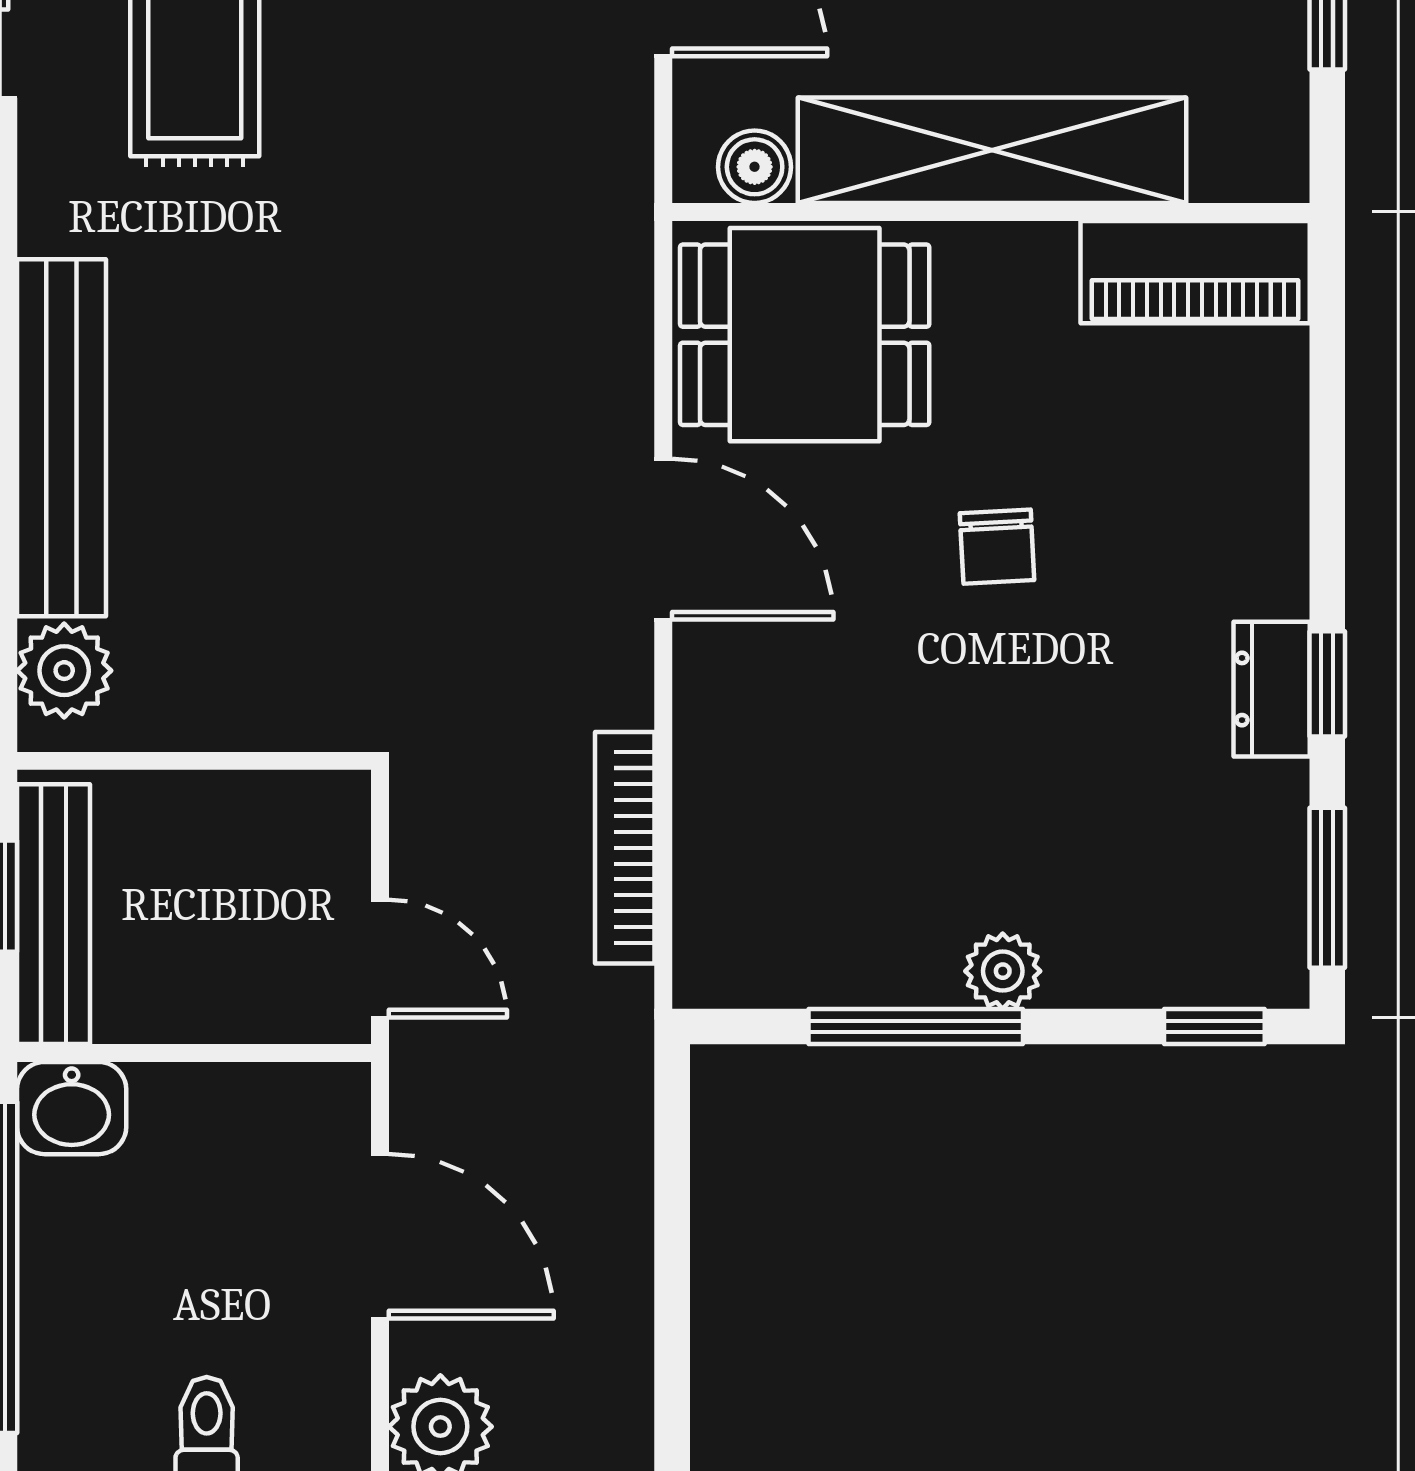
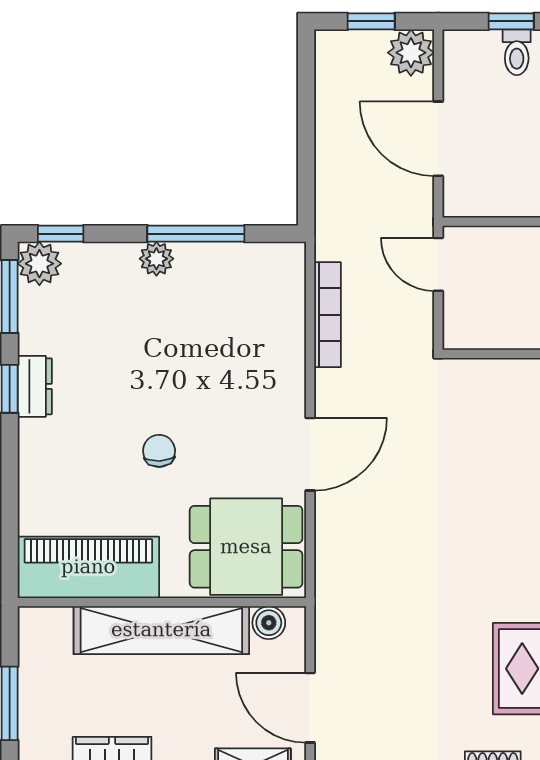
piano: (1195, 272) -> (88, 567), width x1.37, depth x1.33
door: (663, 539) -> (310, 454), swing flipped
plant: (1261, 960) -> (39, 264), added

